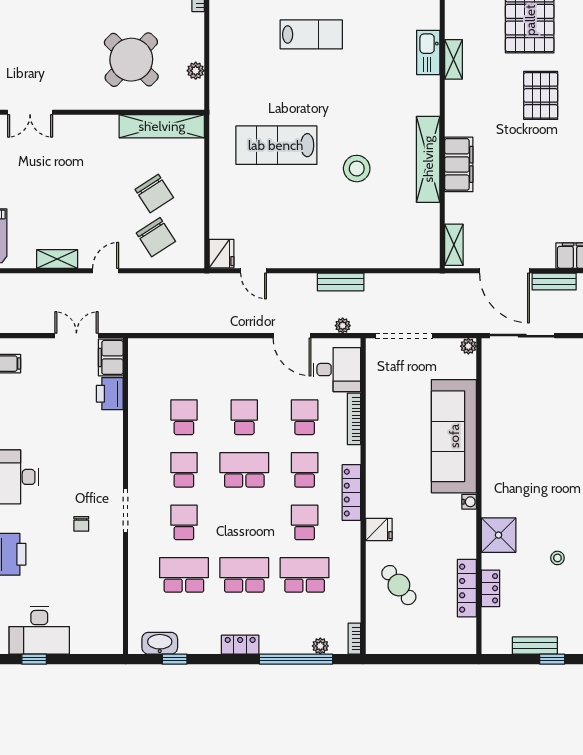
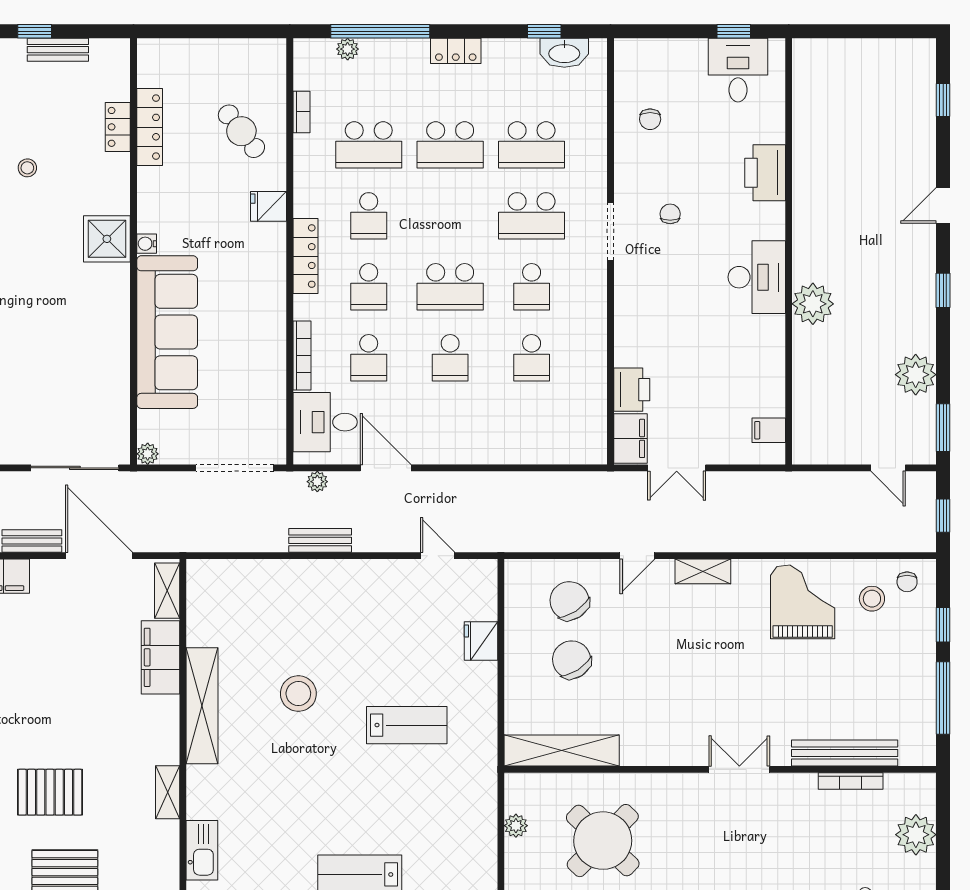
shelving: (454, 59) -> (168, 792), moved
pallet: (541, 95) -> (50, 792), turned 90
lab bench: (276, 145) -> (407, 725), width x0.73, depth x0.72
filing cabinet: (459, 164) -> (160, 657), moved
fridge: (221, 254) -> (481, 641), moved
school desk: (184, 522) -> (532, 216), width x1.85
shower: (499, 535) -> (107, 239), moved
chair: (96, 594) -> (650, 119), added
desk: (39, 630) -> (738, 70), width x0.73
bookcase: (354, 639) -> (301, 112), moved

